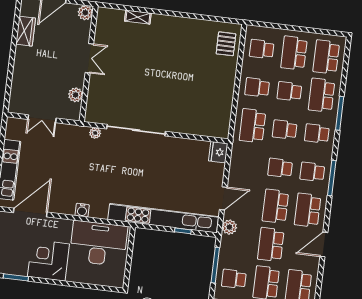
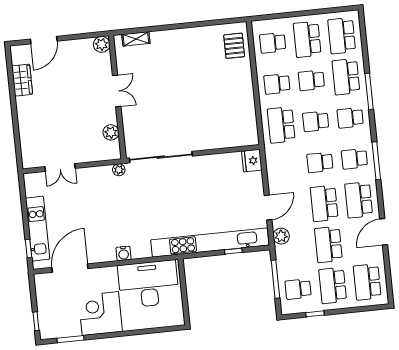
plant: (85, 13) -> (102, 44), moved
double door: (89, 58) -> (117, 91), moved
wall: (89, 64) -> (117, 97), moved
plant: (76, 95) -> (111, 132), moved

